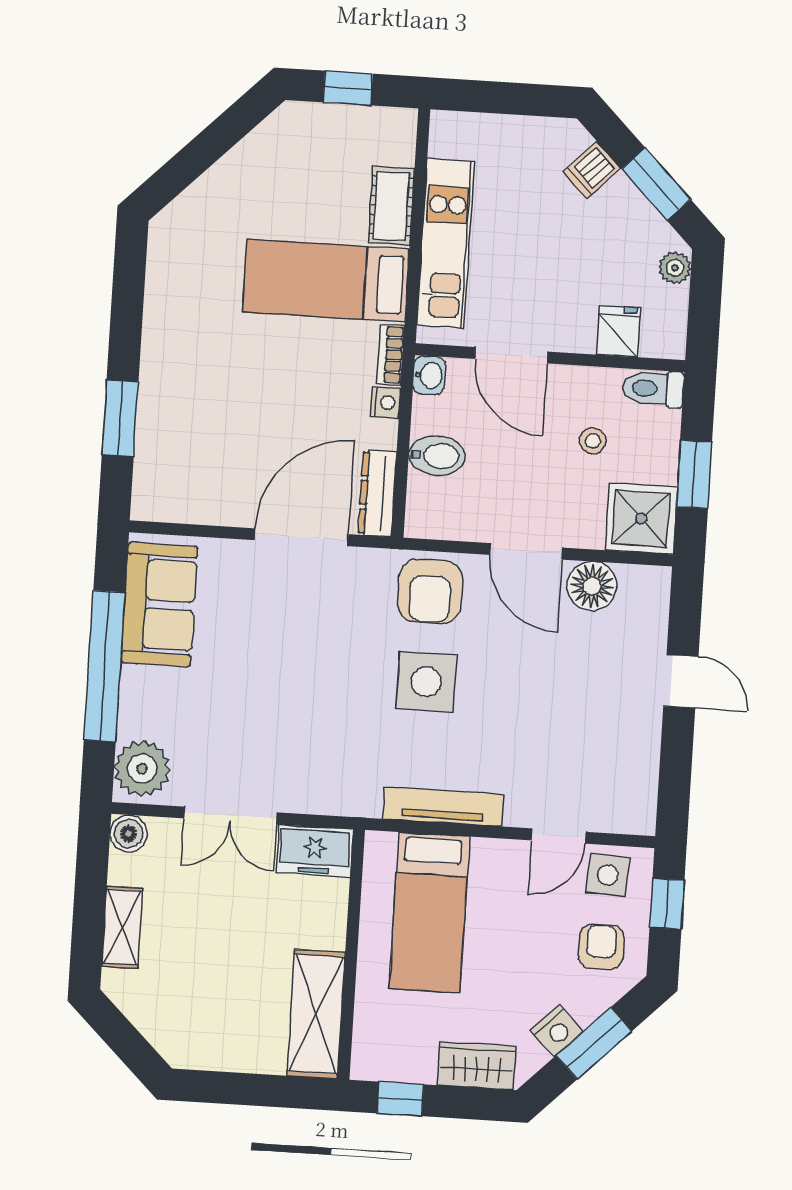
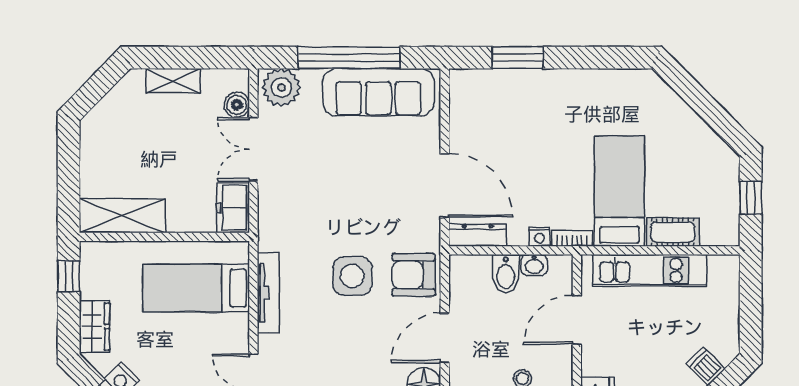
washbasin: (429, 375) -> (534, 265), moved
sofa: (159, 604) -> (378, 92), width x1.36
boiler: (129, 834) -> (237, 105), moved

